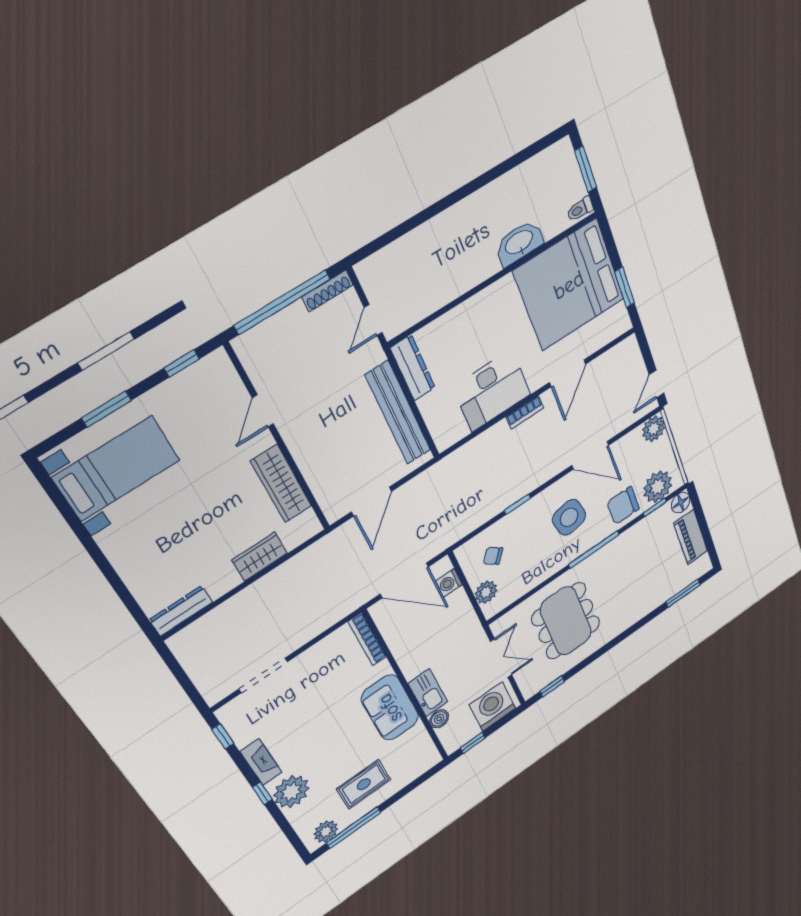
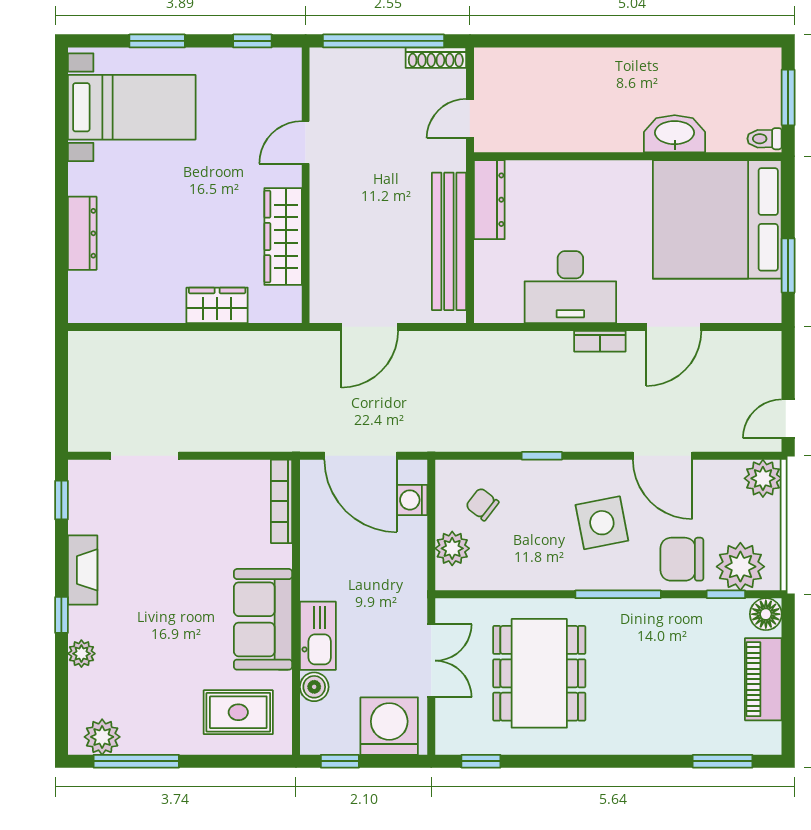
dresser: (181, 611) -> (82, 233), moved, turned 90
rug: (364, 784) -> (238, 712), moved
plant: (291, 792) -> (81, 654), width x0.53, depth x0.53

